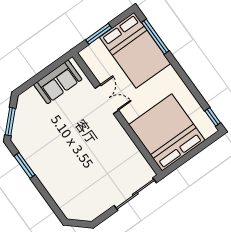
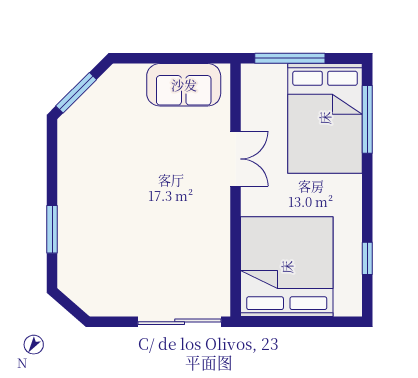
window: (99, 34) -> (290, 58), width x1.44
window: (213, 117) -> (367, 258), moved
window: (25, 165) -> (52, 229), moved

